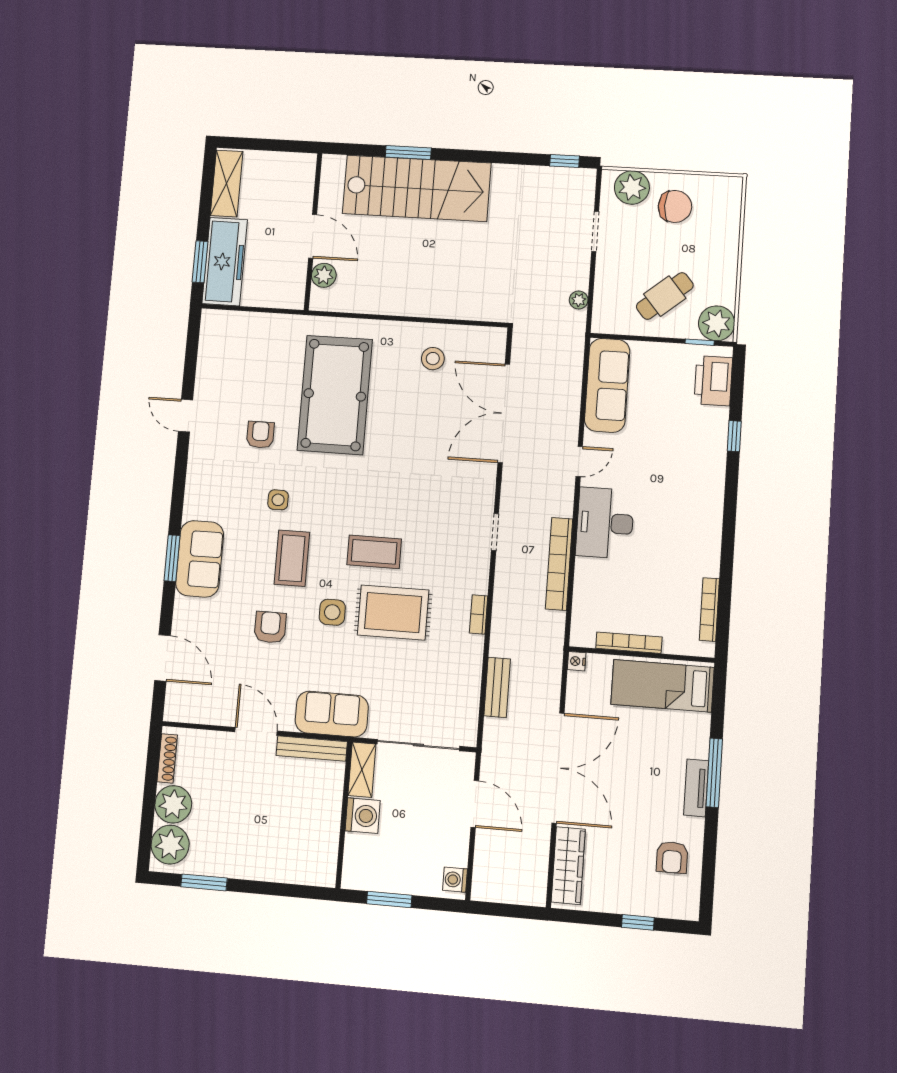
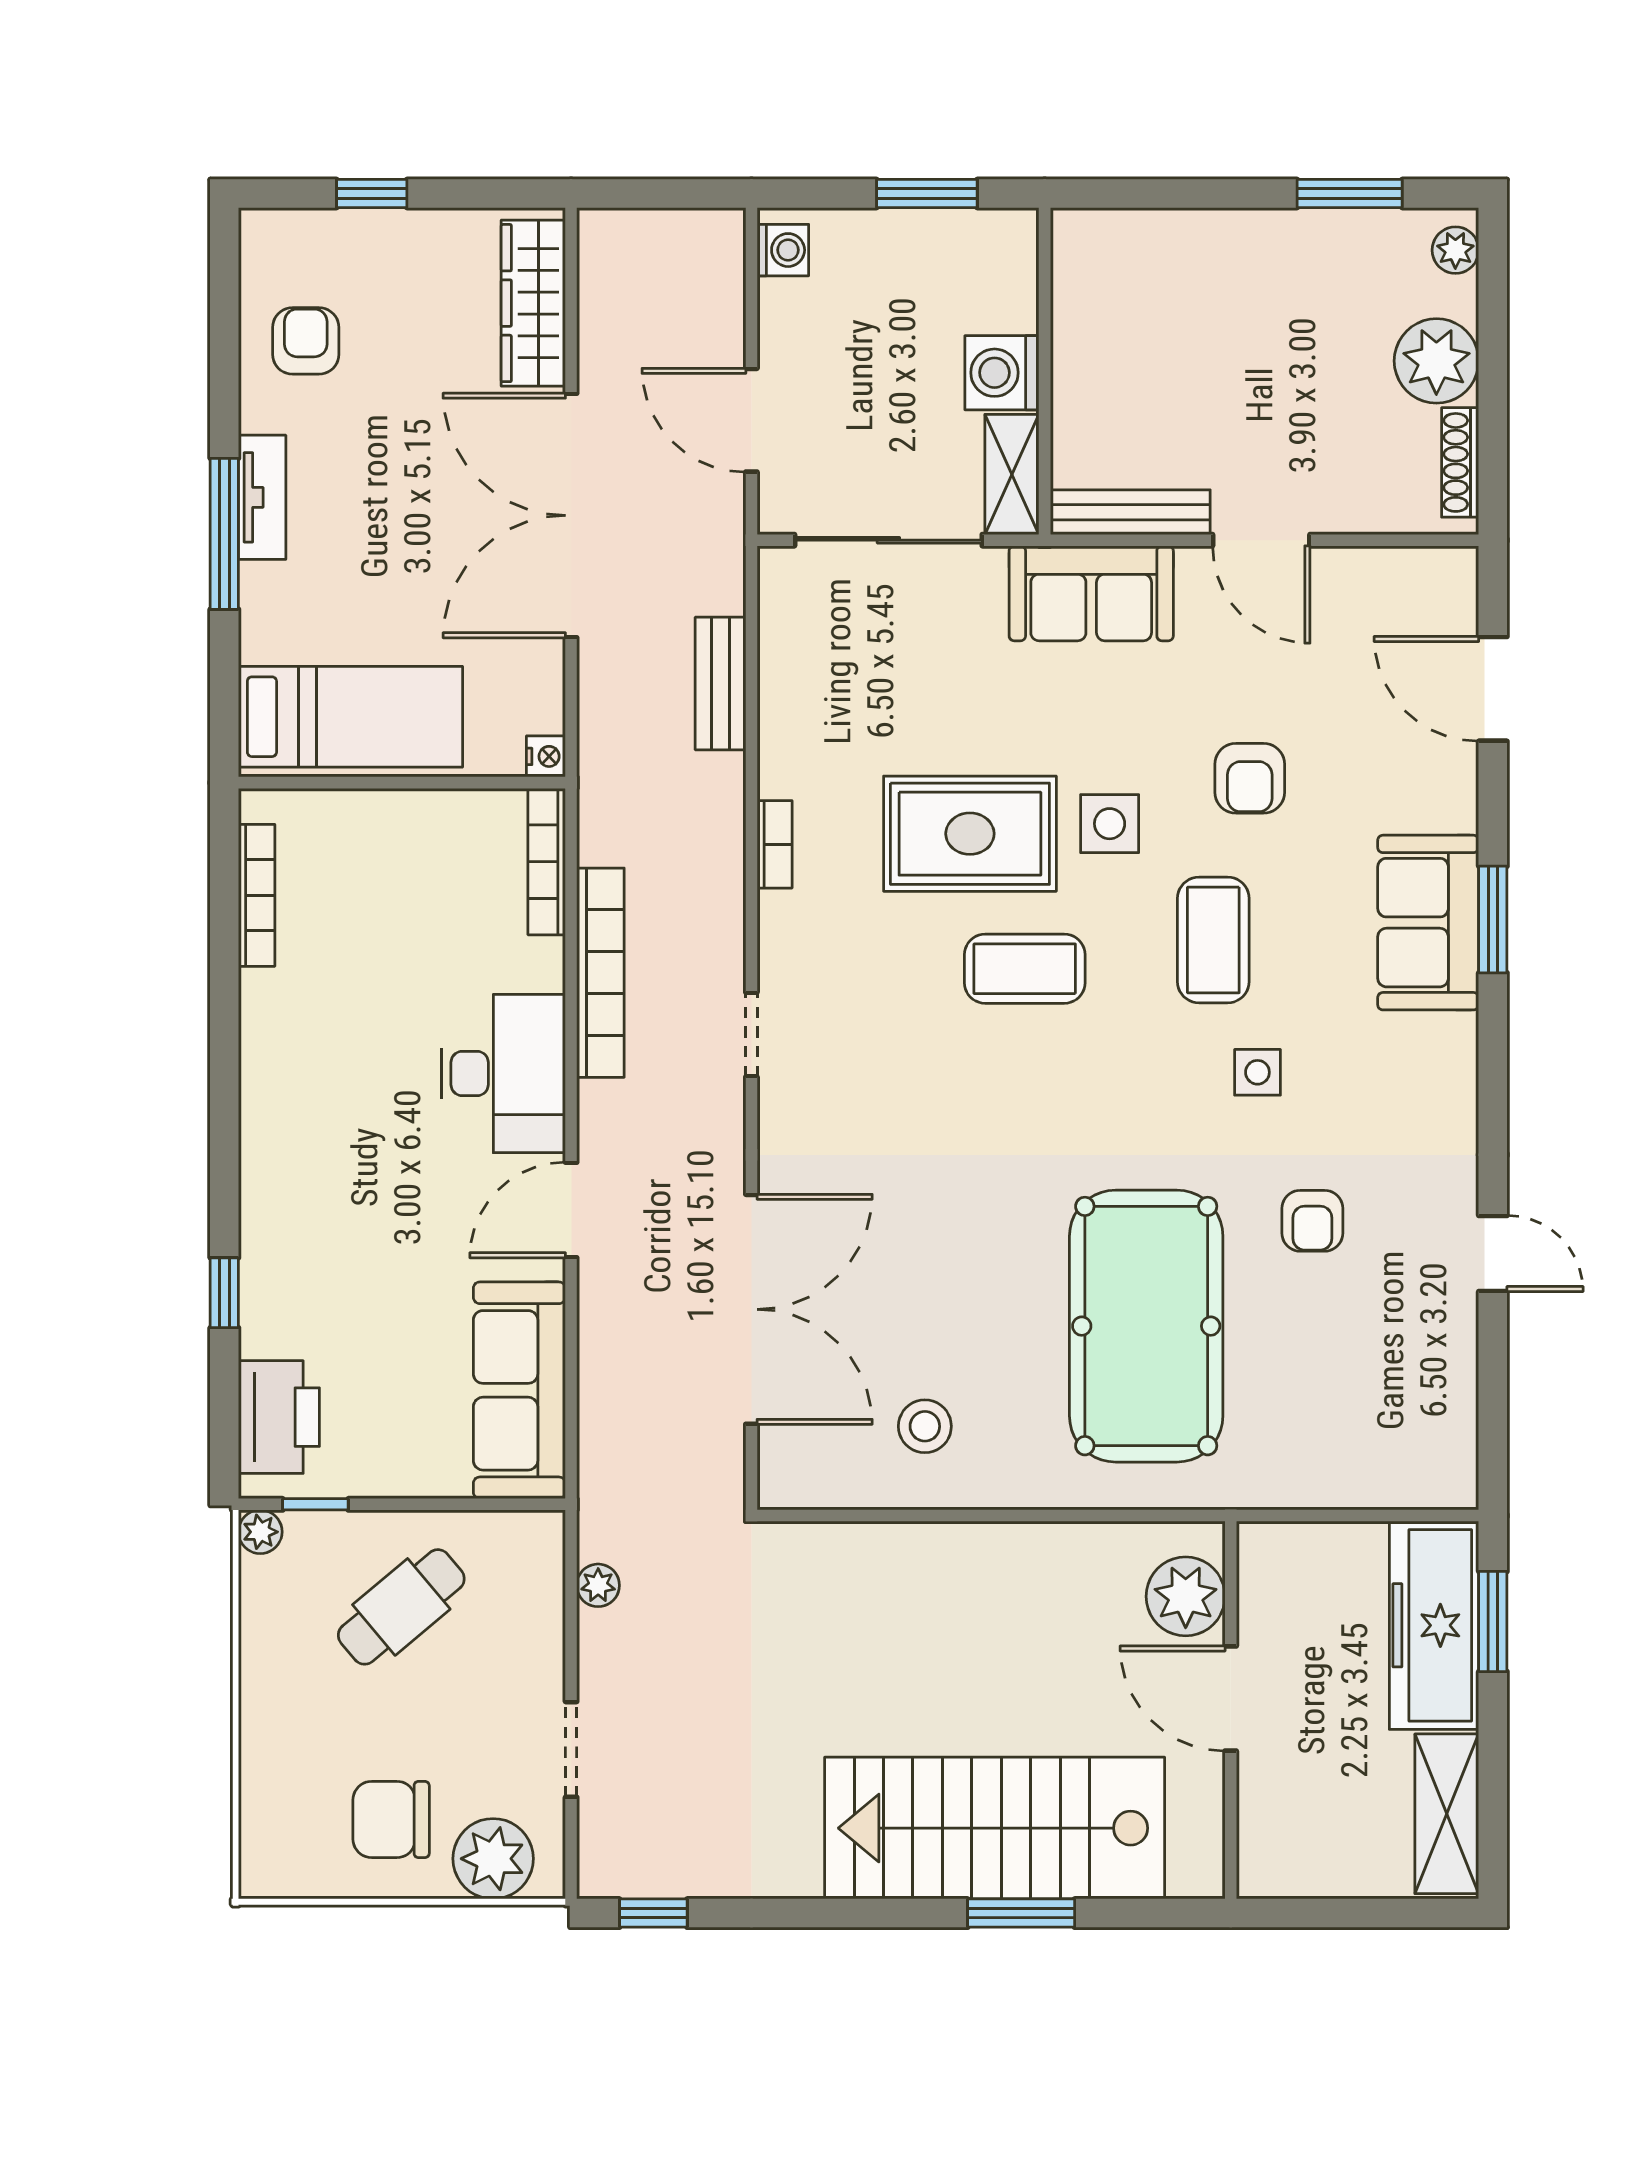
plant: (324, 275) -> (1186, 1596), width x1.36, depth x1.36
plant: (717, 323) -> (260, 1532), width x0.53, depth x0.53
door: (579, 461) -> (571, 1210), width x1.38
bookcase: (629, 643) -> (547, 862), moved, turned 90
plant: (170, 845) -> (1455, 250), width x0.53, depth x0.53

